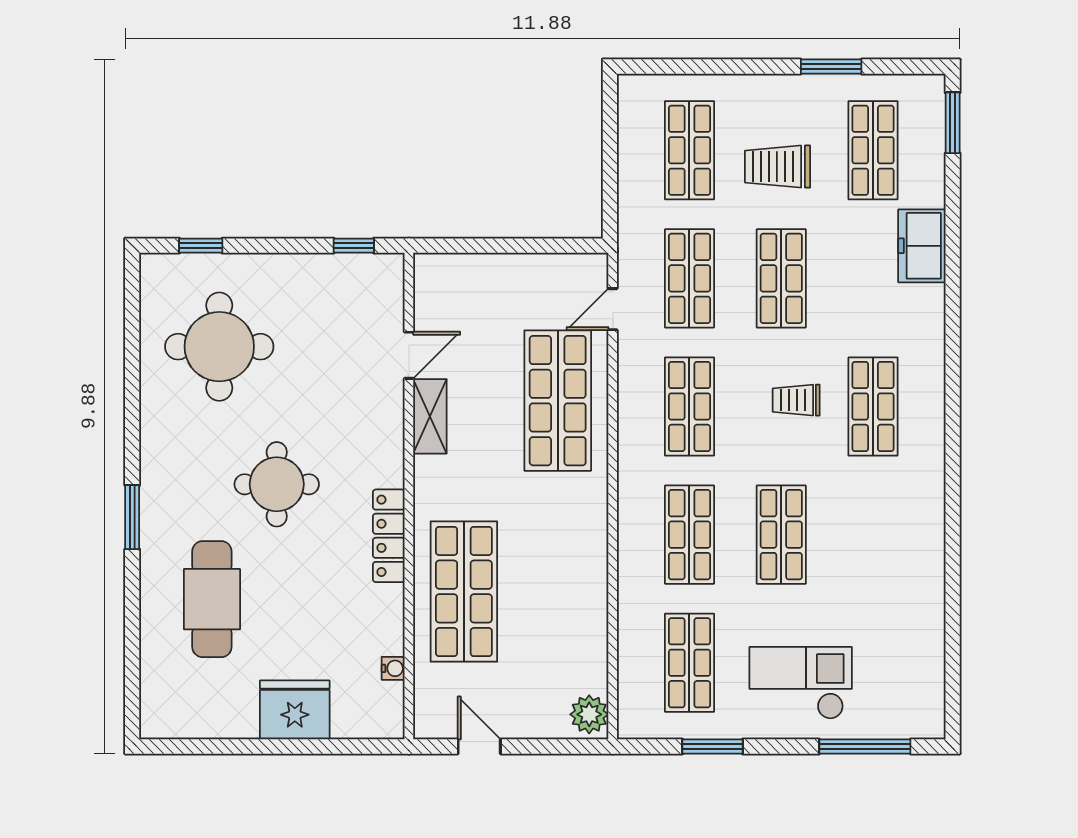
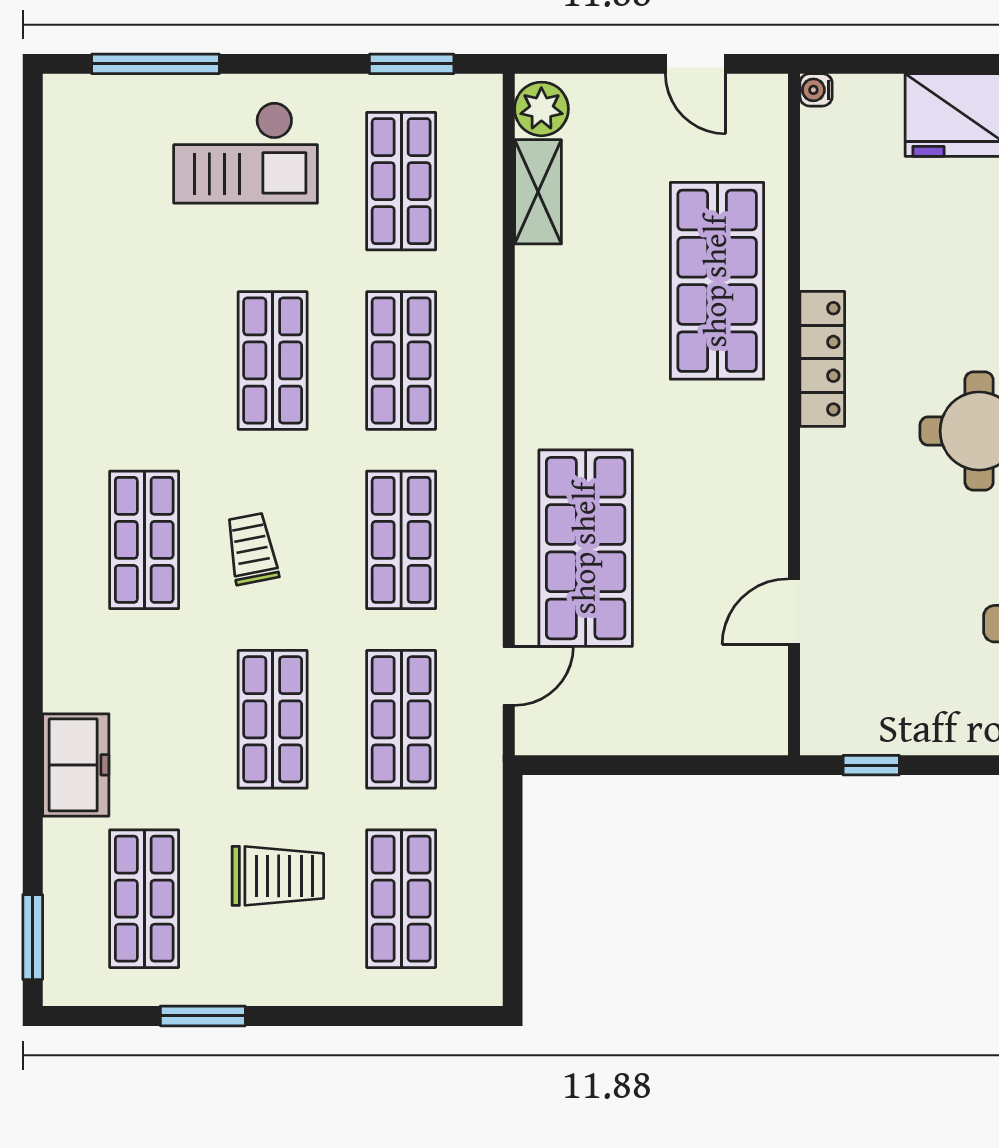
trolley: (796, 400) -> (252, 549), turned -101
shelving: (430, 416) -> (538, 192), moved
water cooler: (393, 668) -> (816, 90), moved
window: (713, 746) -> (412, 64), moved

